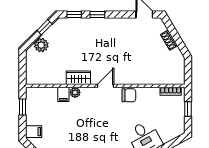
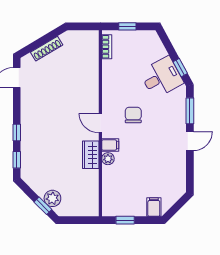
window: (45, 27) -> (43, 206), moved
shoe rack: (169, 40) -> (47, 49), width x1.43
filing cabinet: (63, 94) -> (110, 145), moved
chair: (129, 95) -> (133, 115), moved

